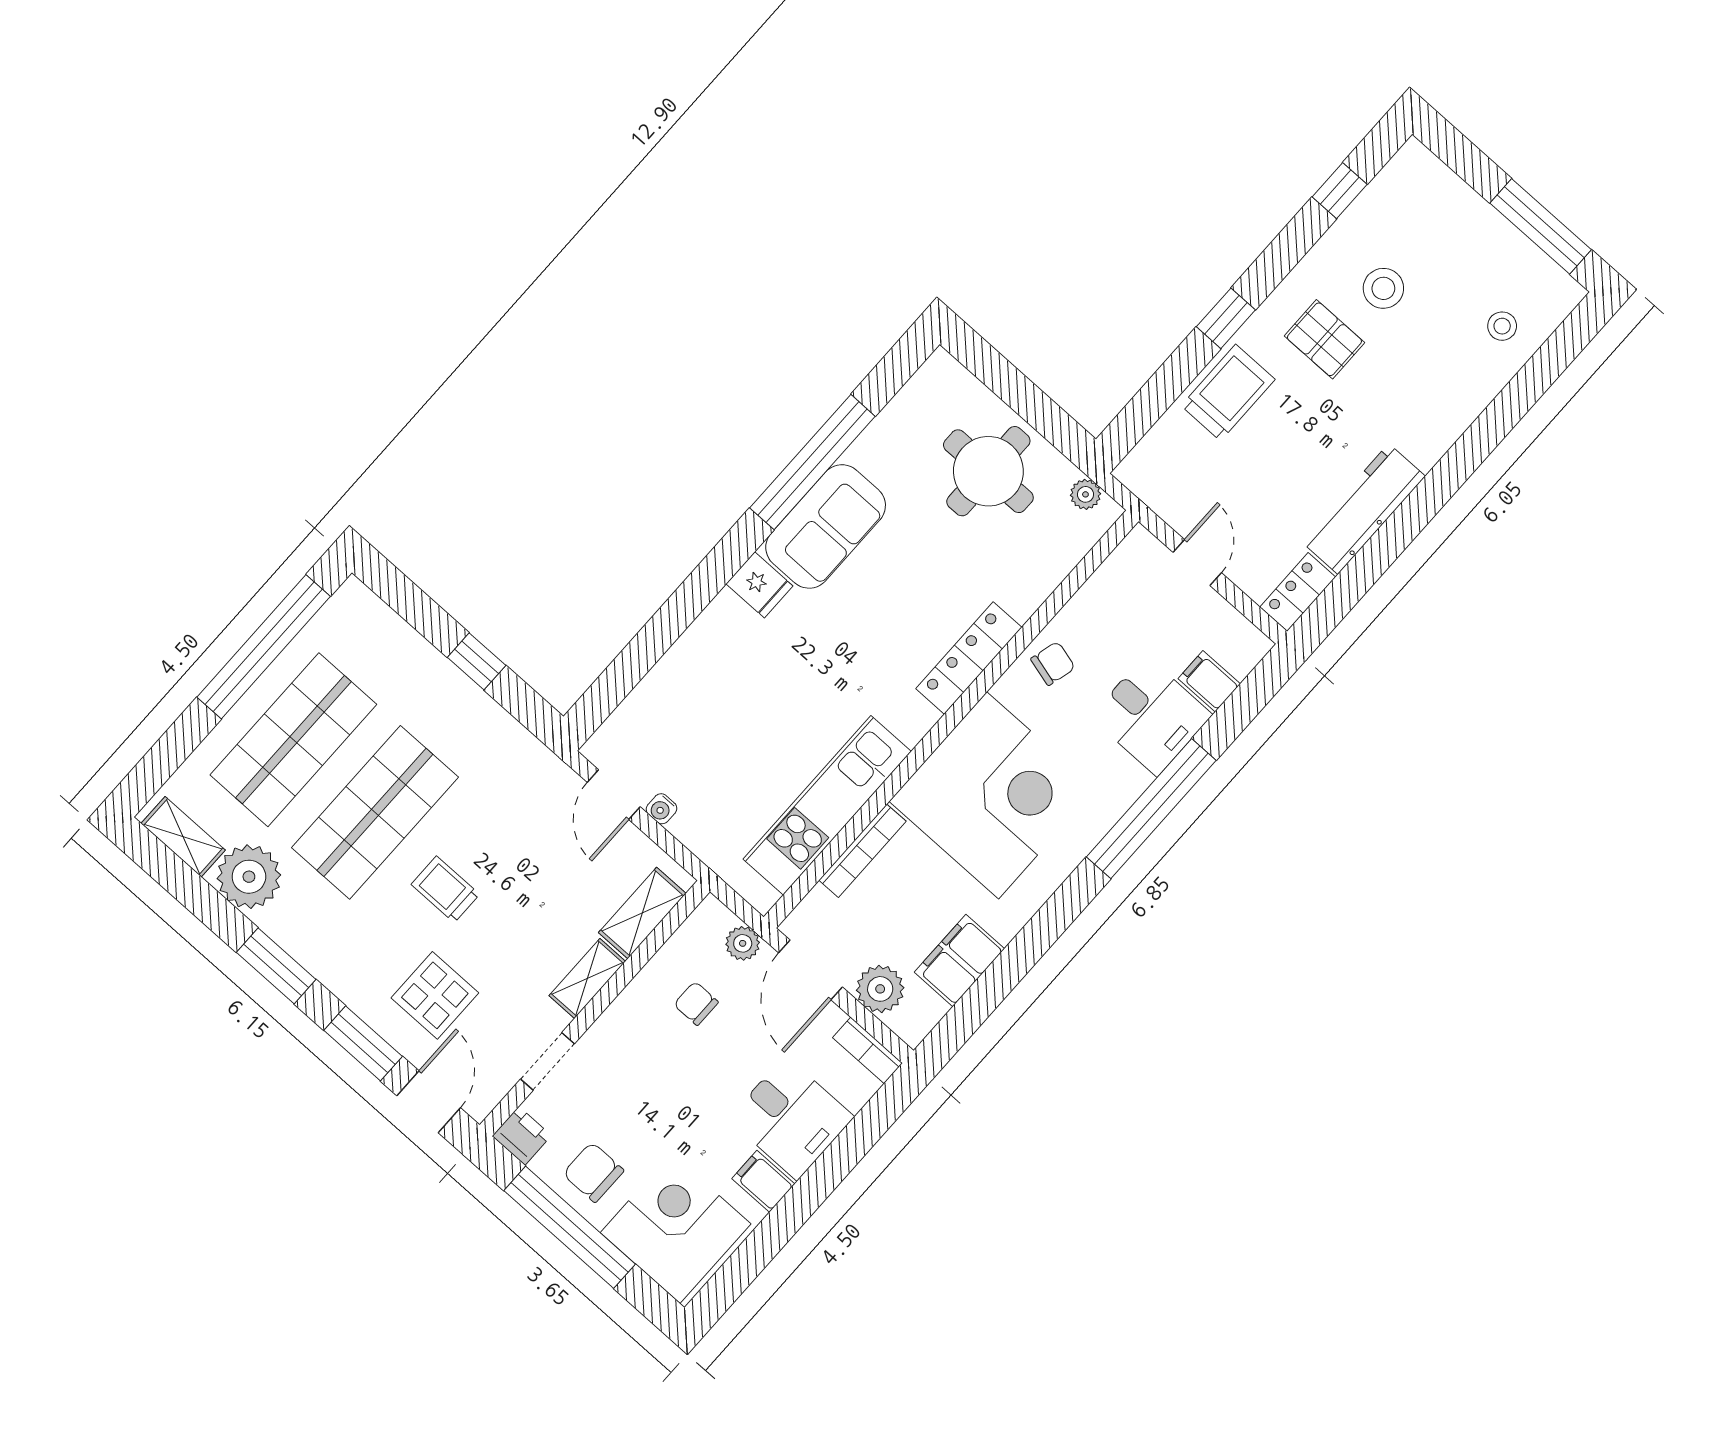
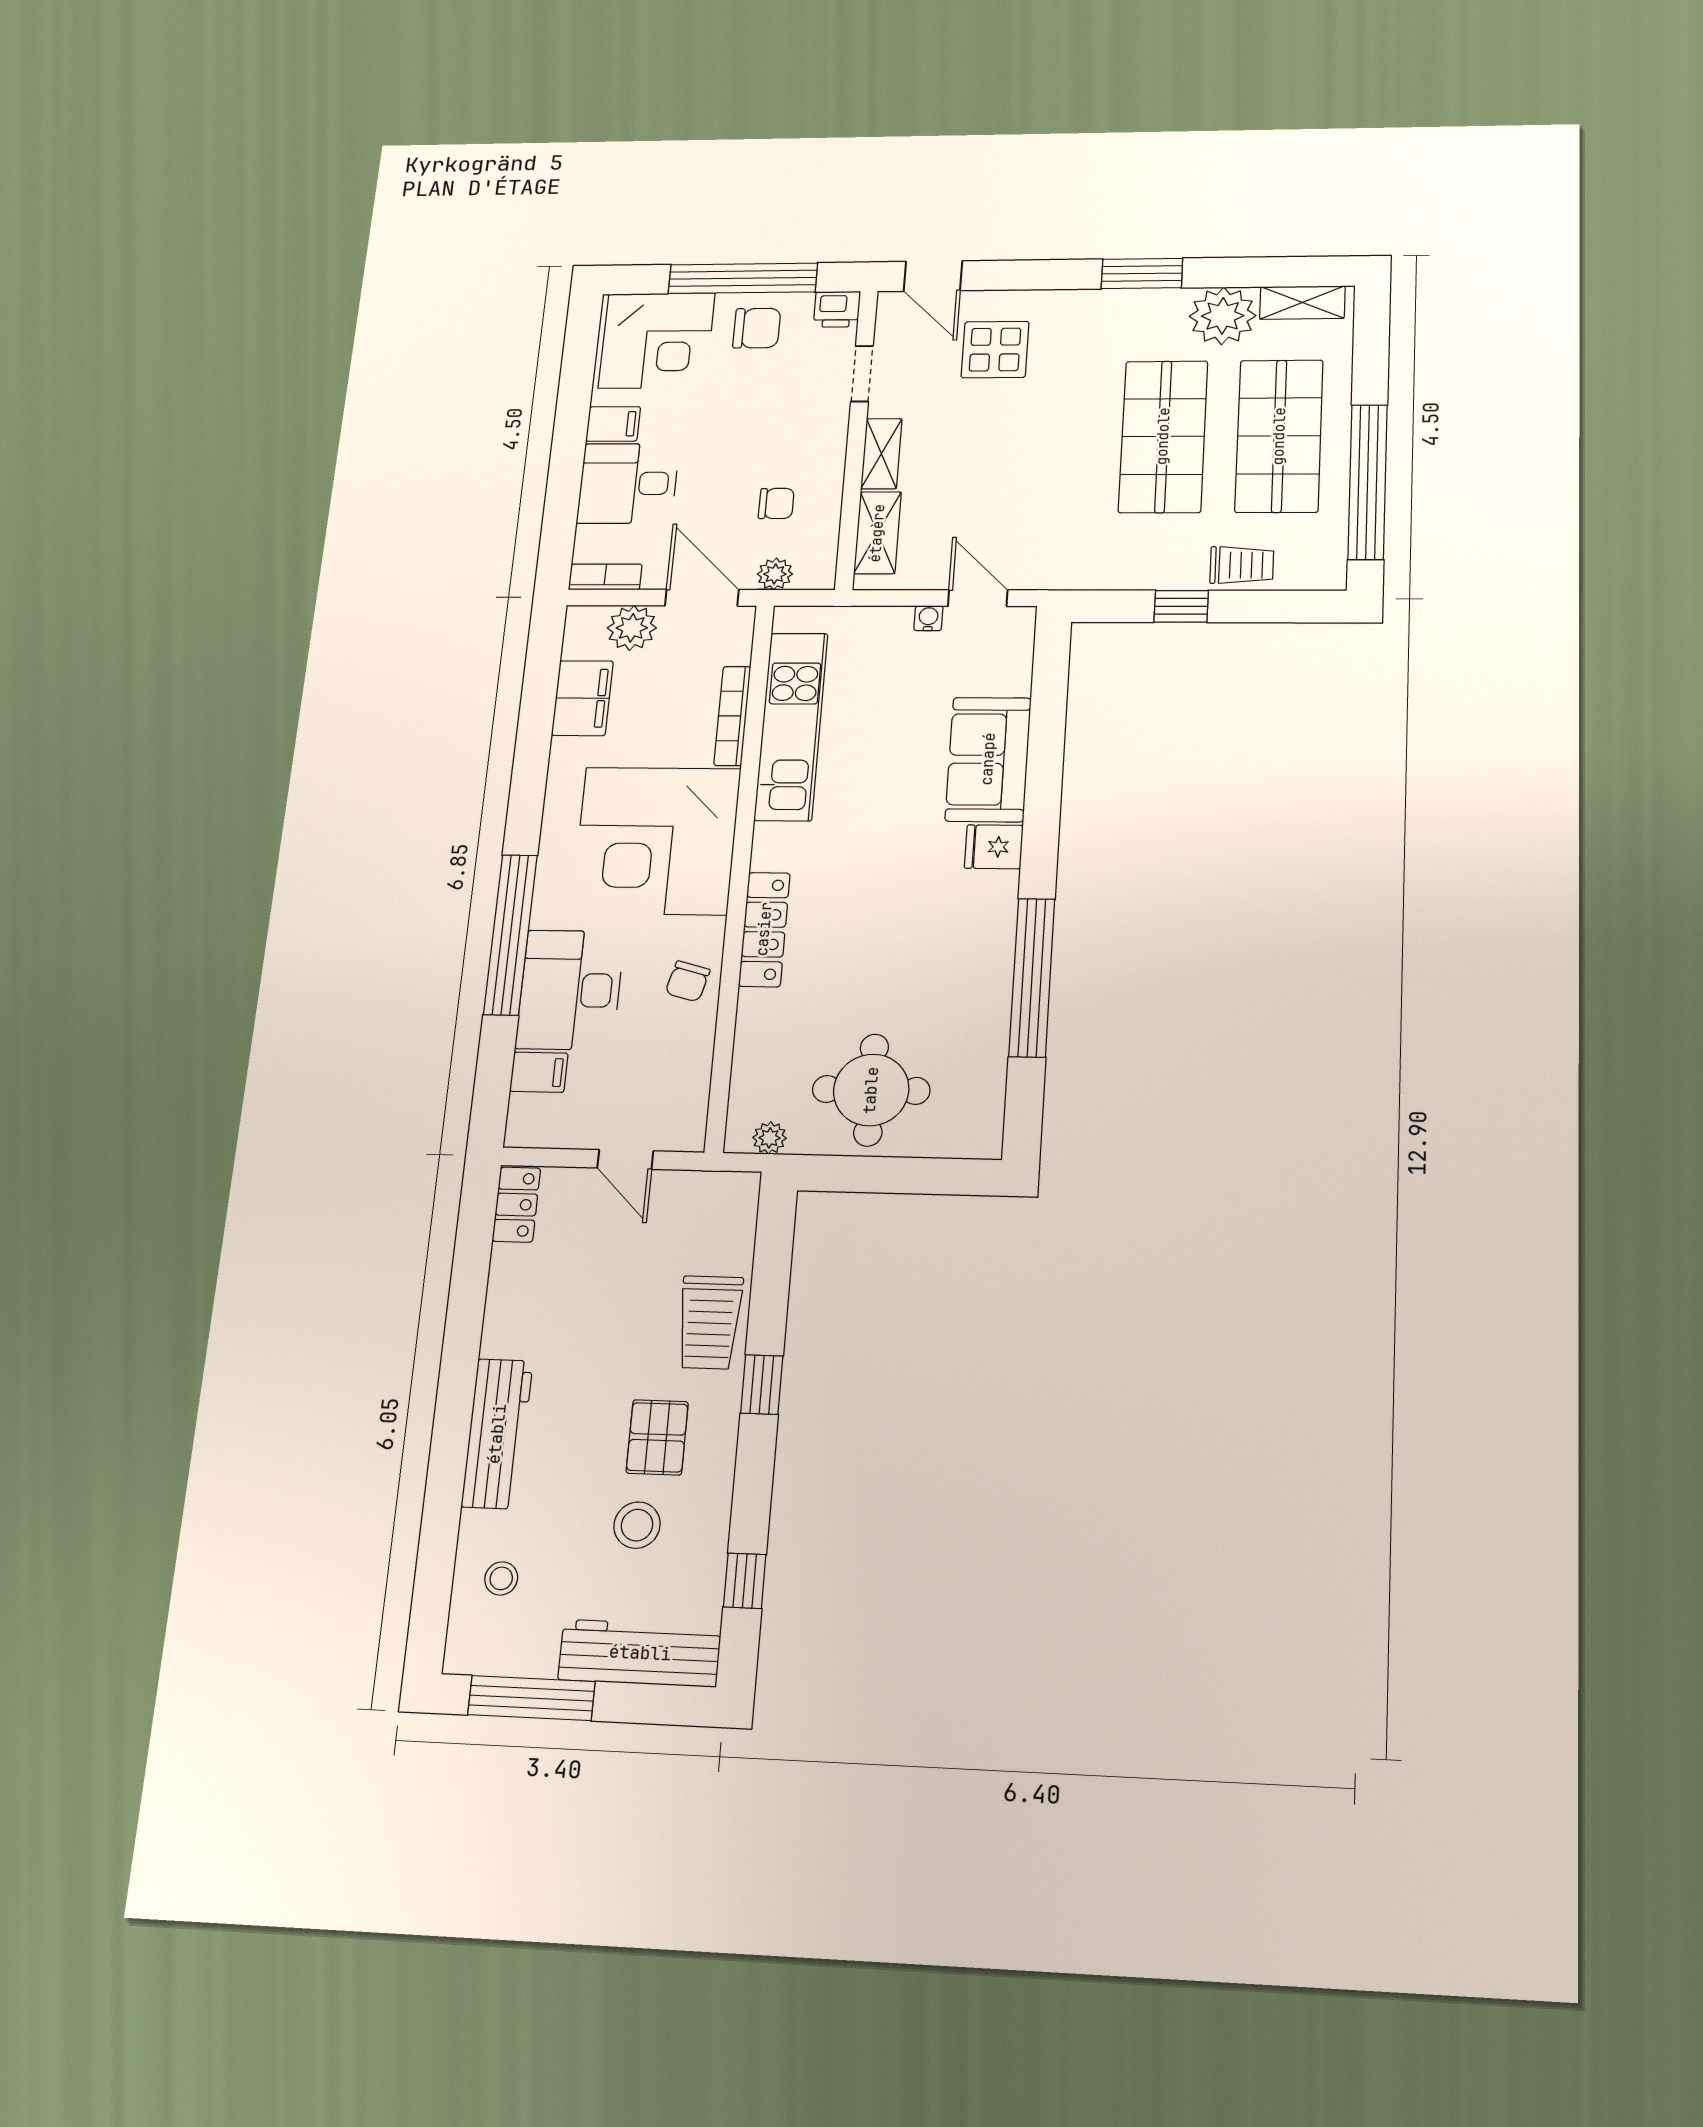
workbench: (1446, 198) -> (640, 1653), added
pallet: (1324, 339) -> (657, 1437), turned 90
workbench: (1363, 509) -> (497, 1434), moved
sofa: (826, 526) -> (988, 759), moved
desk: (1151, 716) -> (570, 990), width x1.37
trolley: (445, 889) -> (1242, 565), moved
window: (363, 1043) -> (1022, 275), removed

